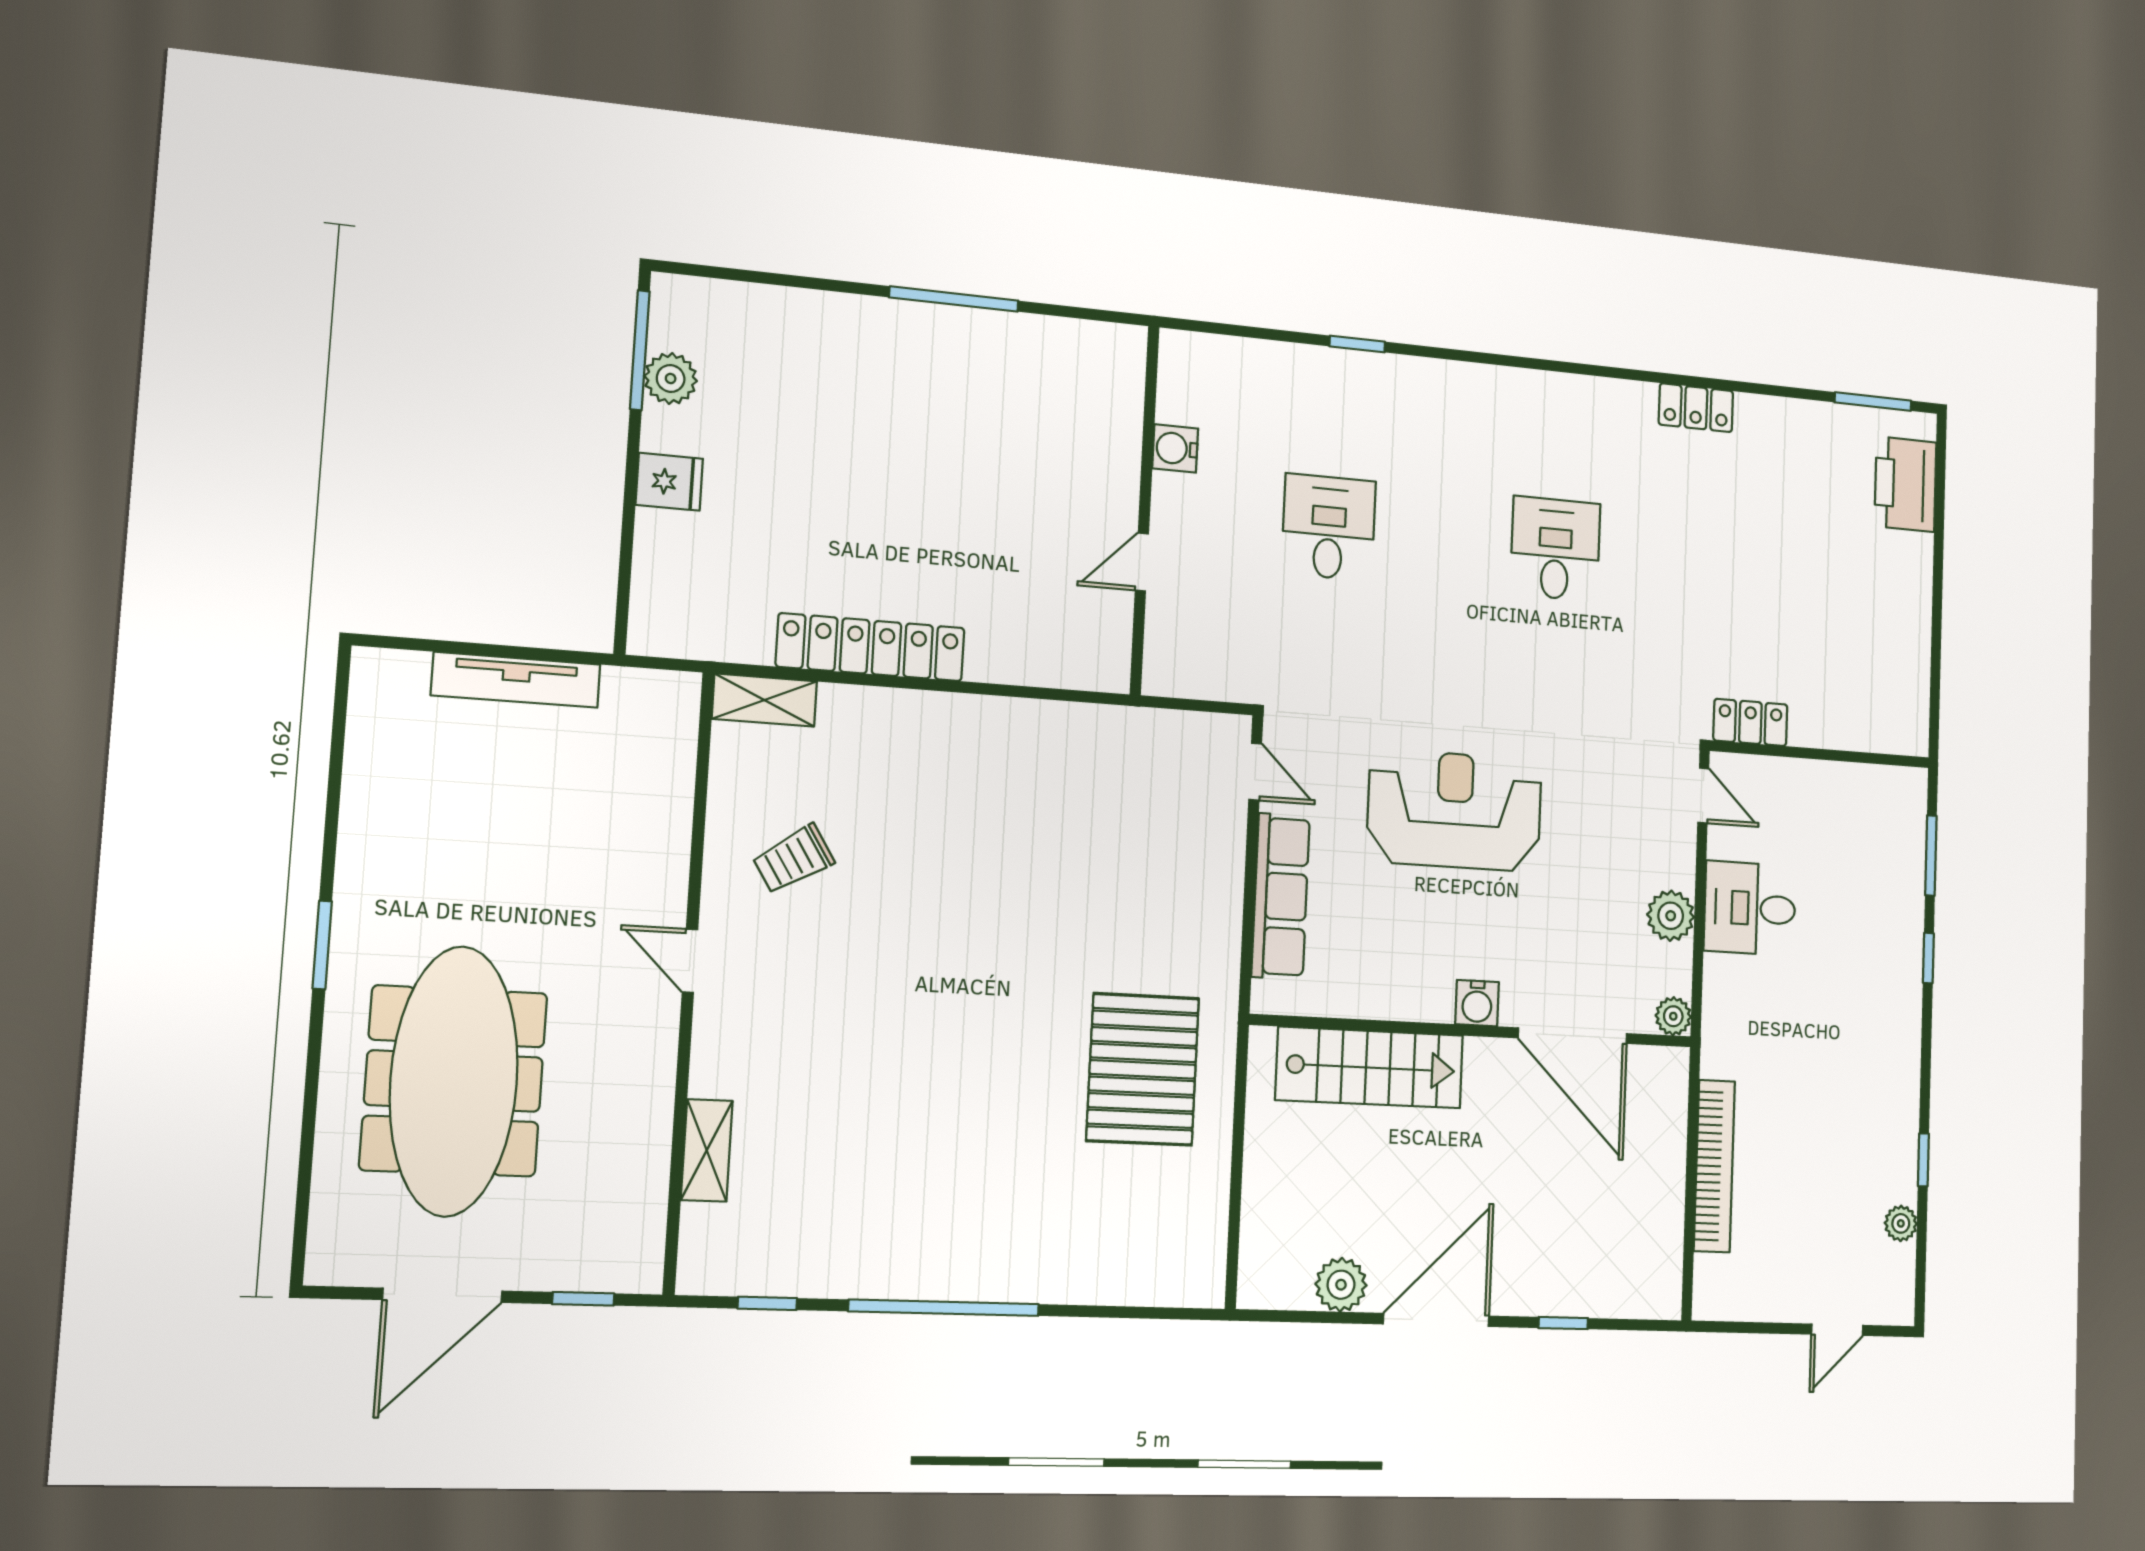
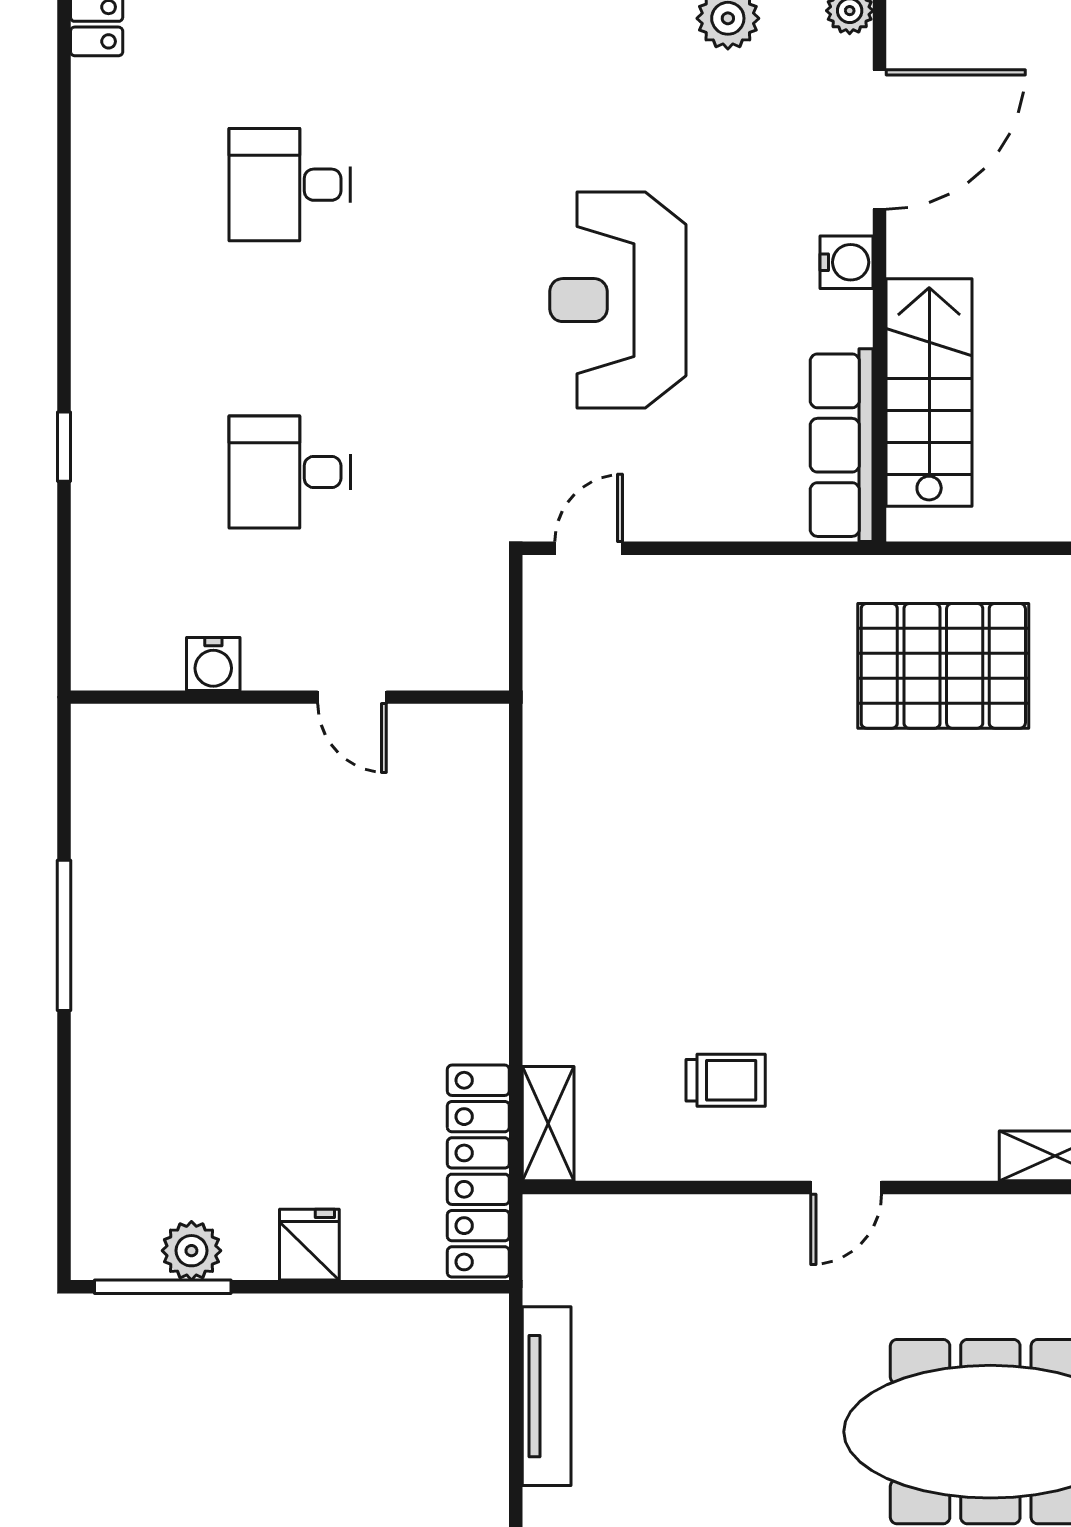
locker: (871, 647) -> (478, 1171), moved
trolley: (793, 859) -> (726, 1080), turned -58
row of seats: (1281, 896) -> (842, 445), moved, turned -90

